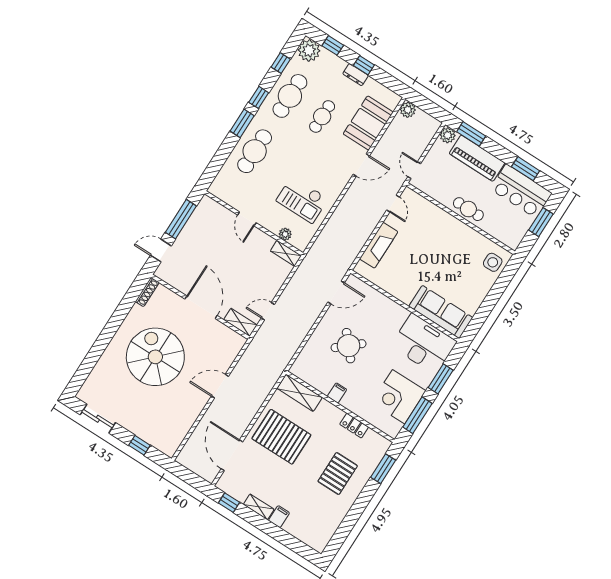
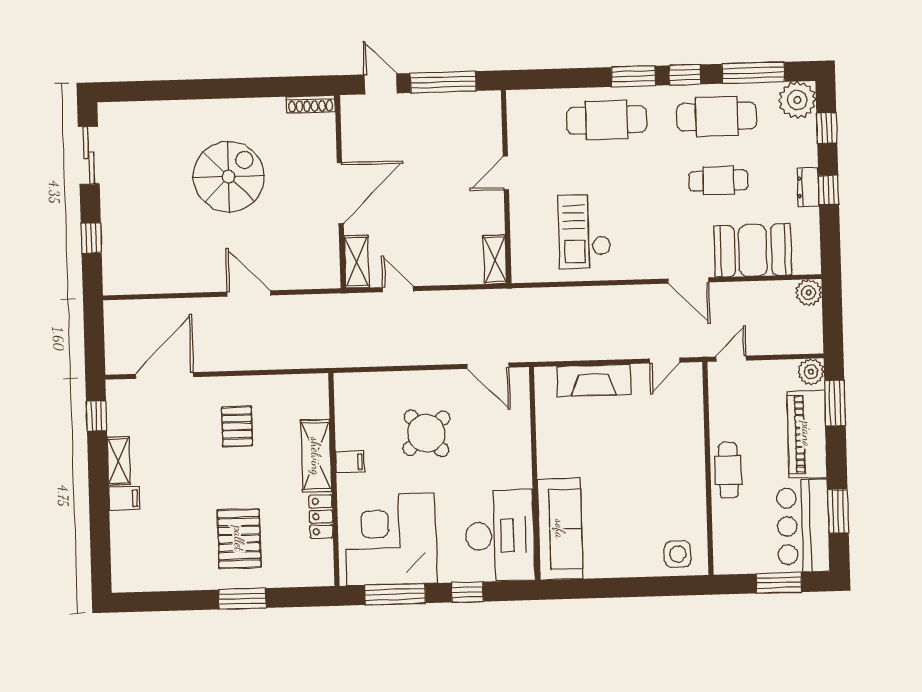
window: (281, 63) -> (753, 73), width x2.17
plant: (285, 234) -> (521, 240), removed
spiral stairs: (155, 357) -> (229, 177), width x0.73, depth x0.73
window: (441, 379) -> (467, 592), width x0.67
shelving: (300, 393) -> (316, 456), moved
corner desk: (399, 397) -> (391, 539), width x1.36, depth x1.36
pallet: (281, 437) -> (237, 426), width x0.49, depth x0.50
window: (383, 469) -> (242, 599), moved
pallet: (338, 474) -> (239, 539), turned 90

